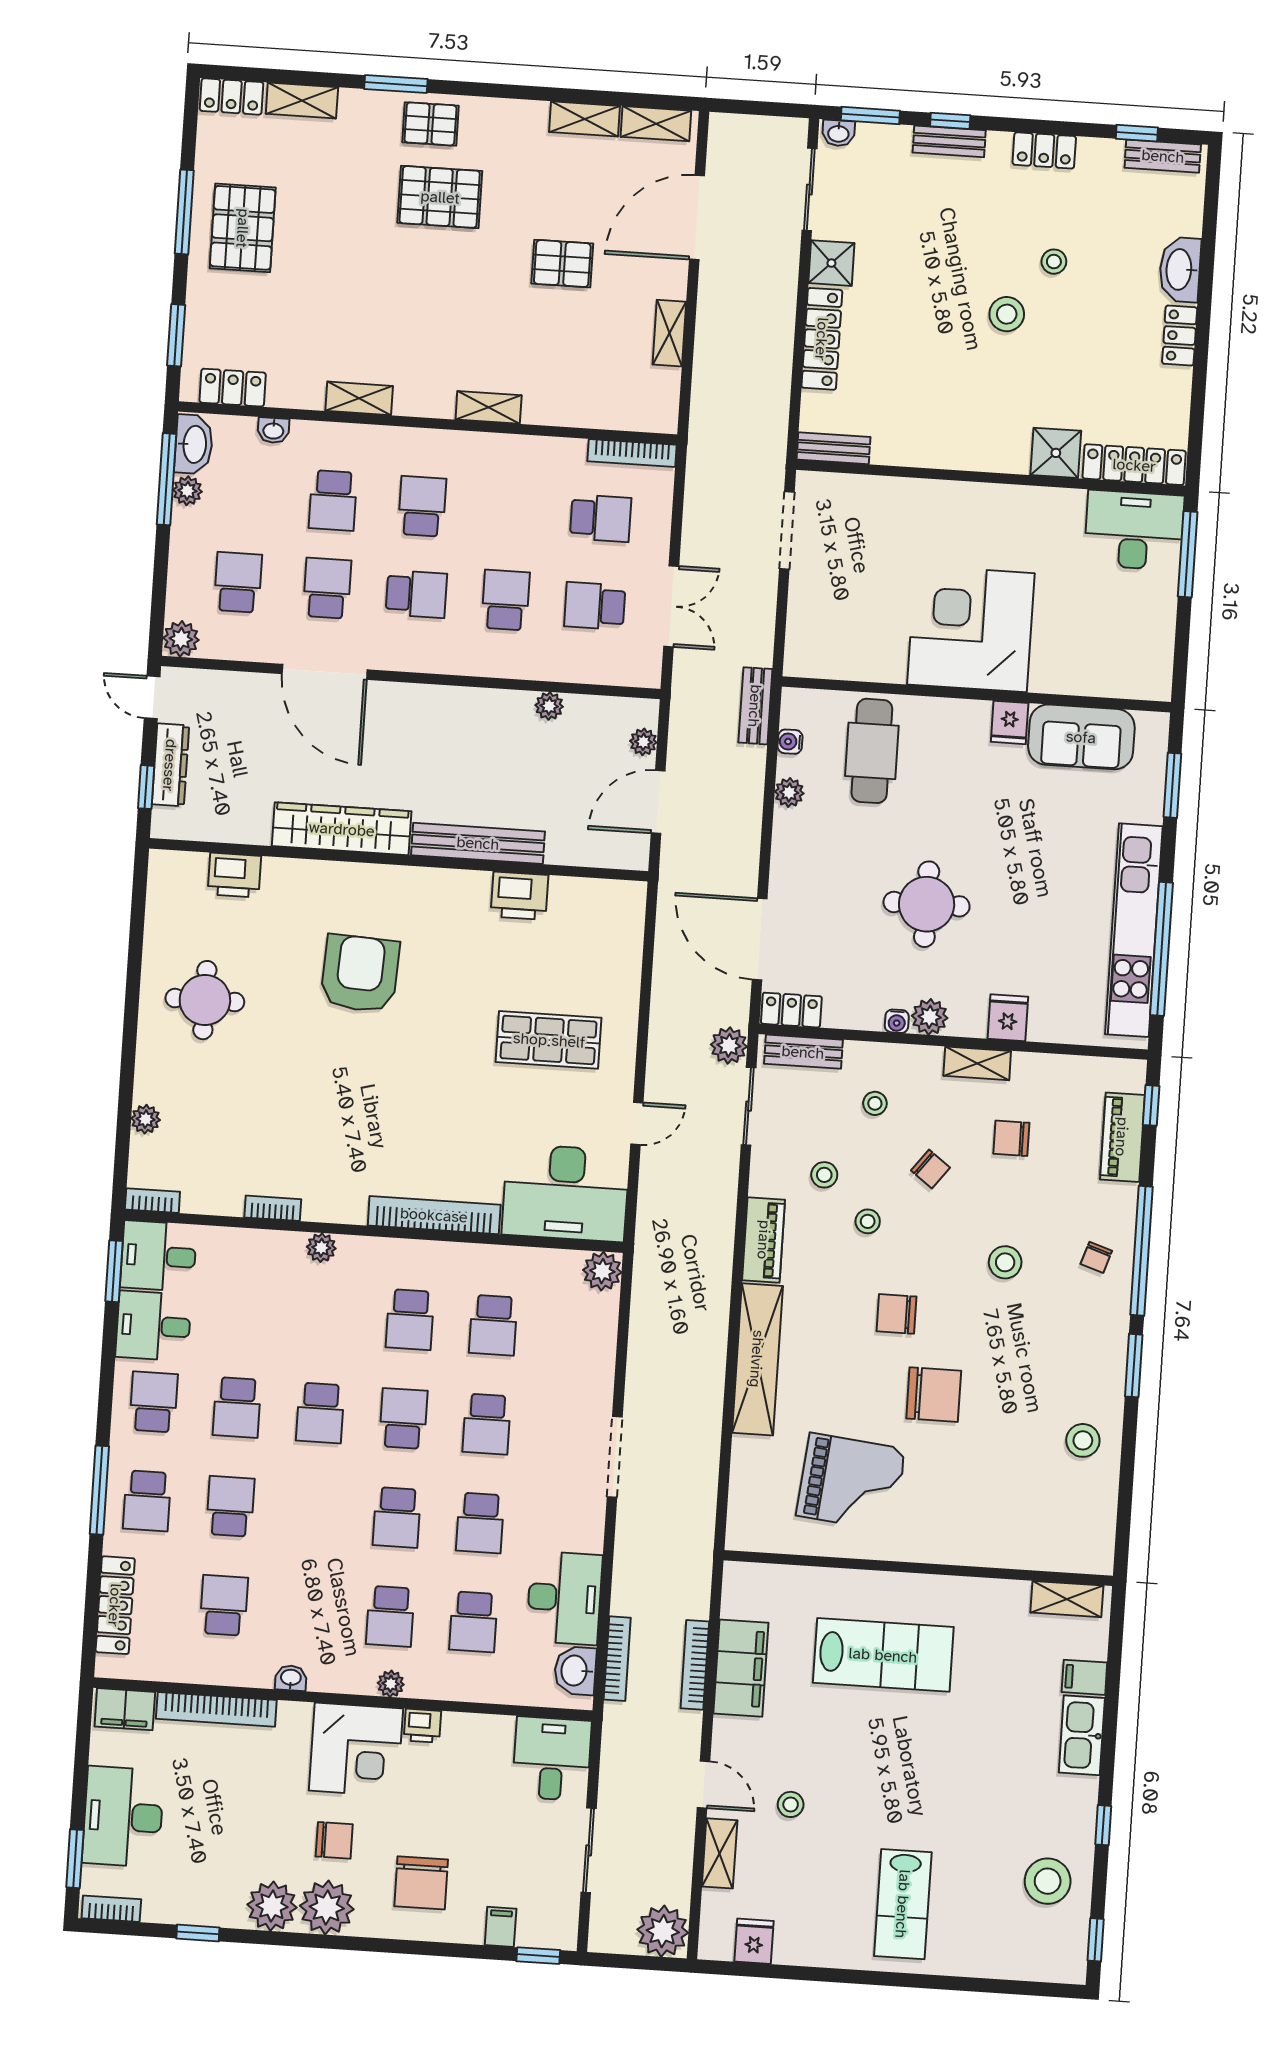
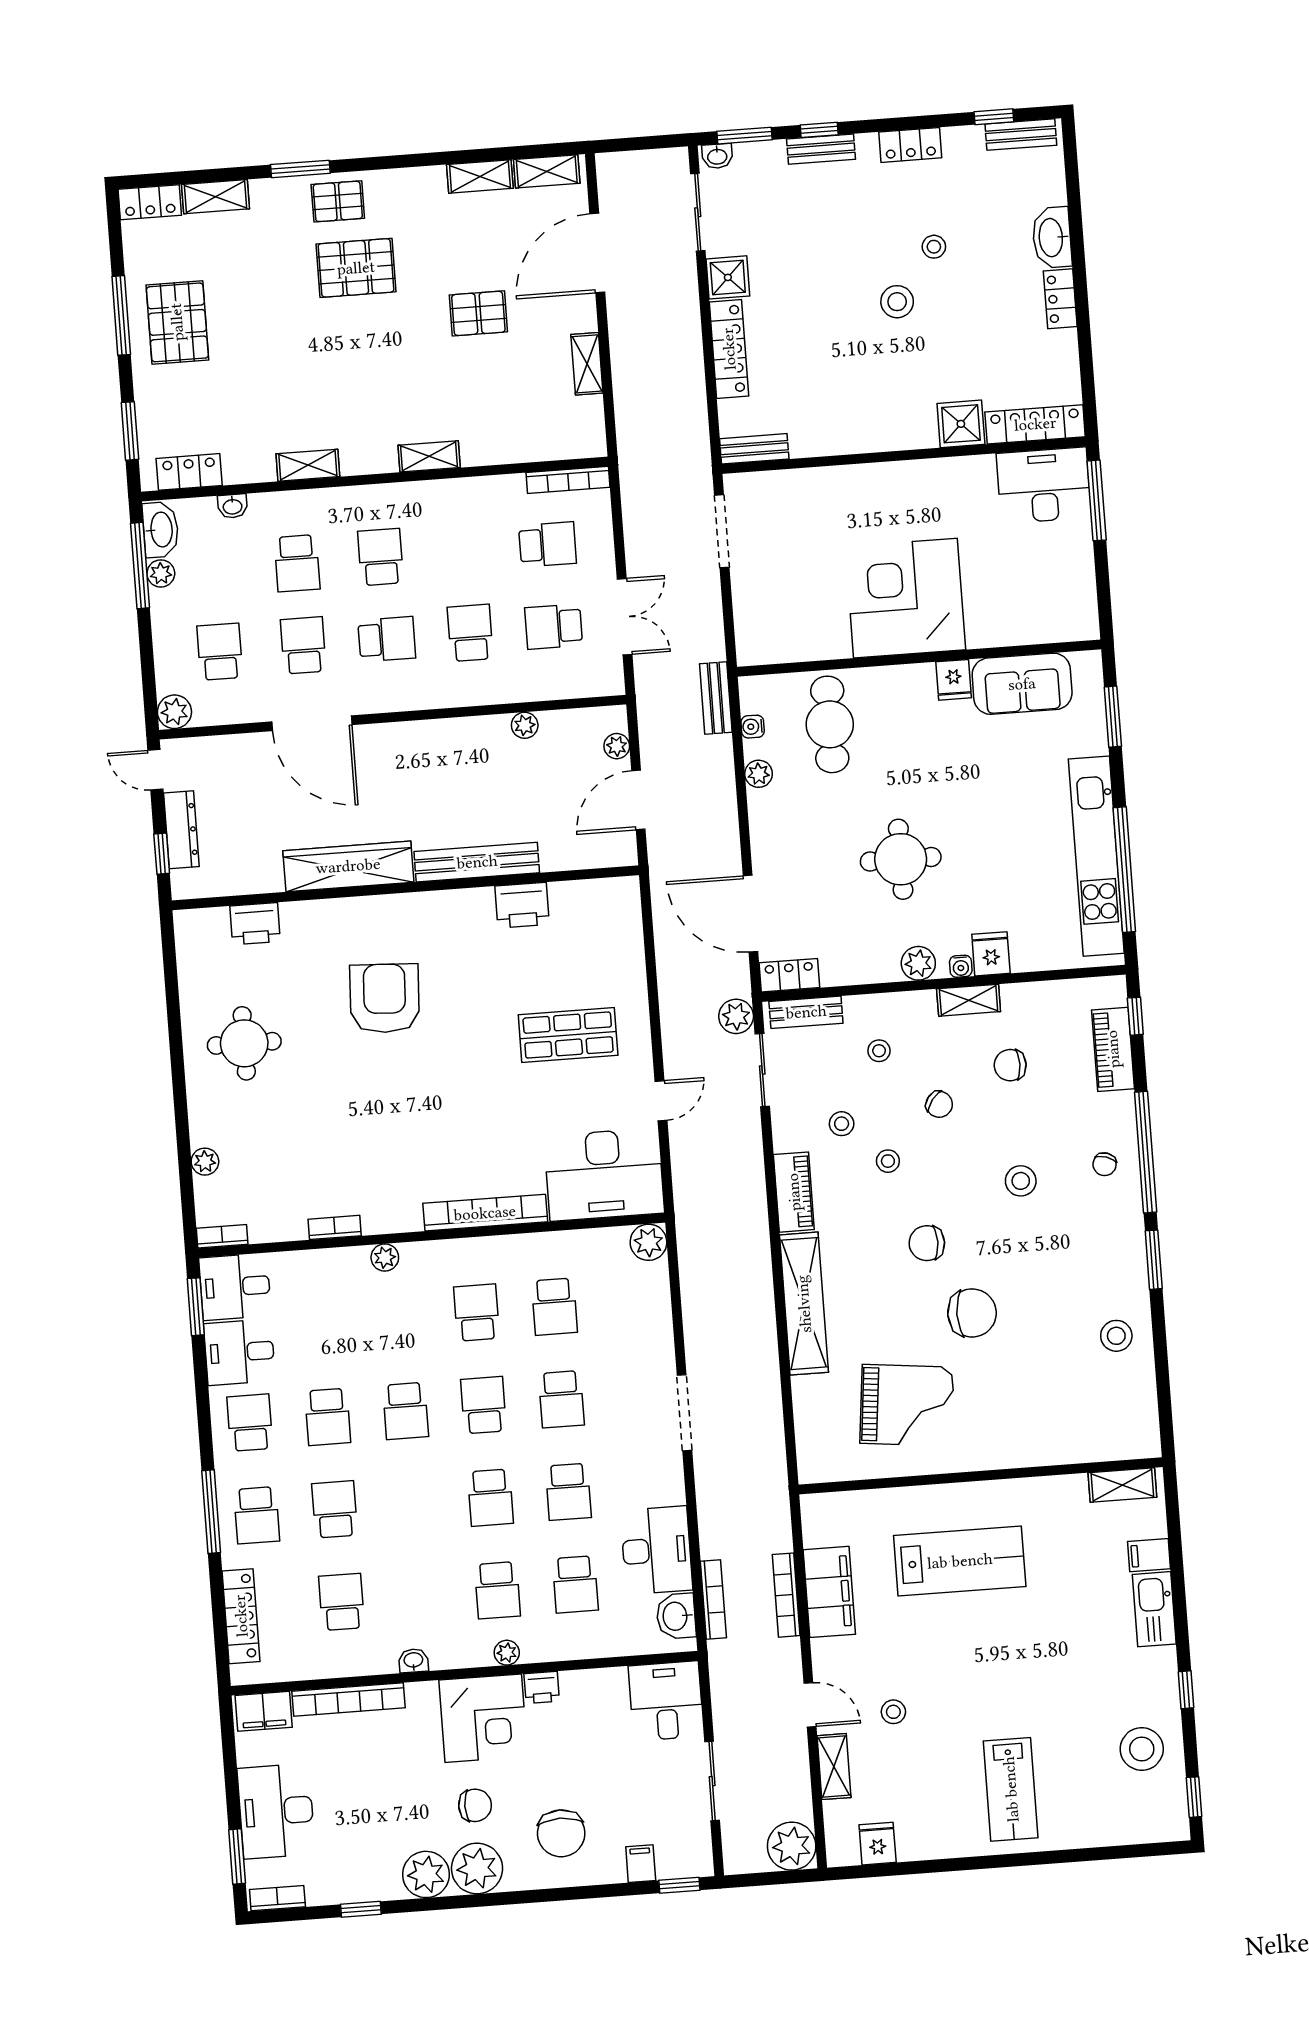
water cooler: (897, 1021) -> (961, 966), moved
school desk: (410, 1320) -> (477, 1313), turned 180

